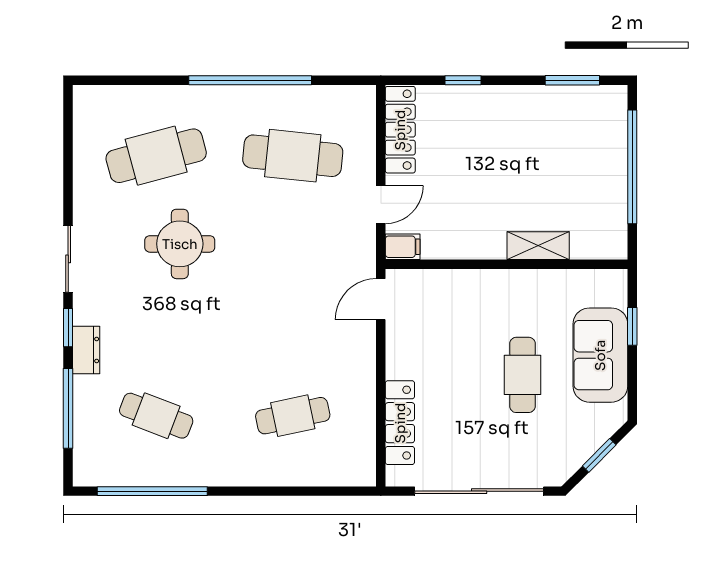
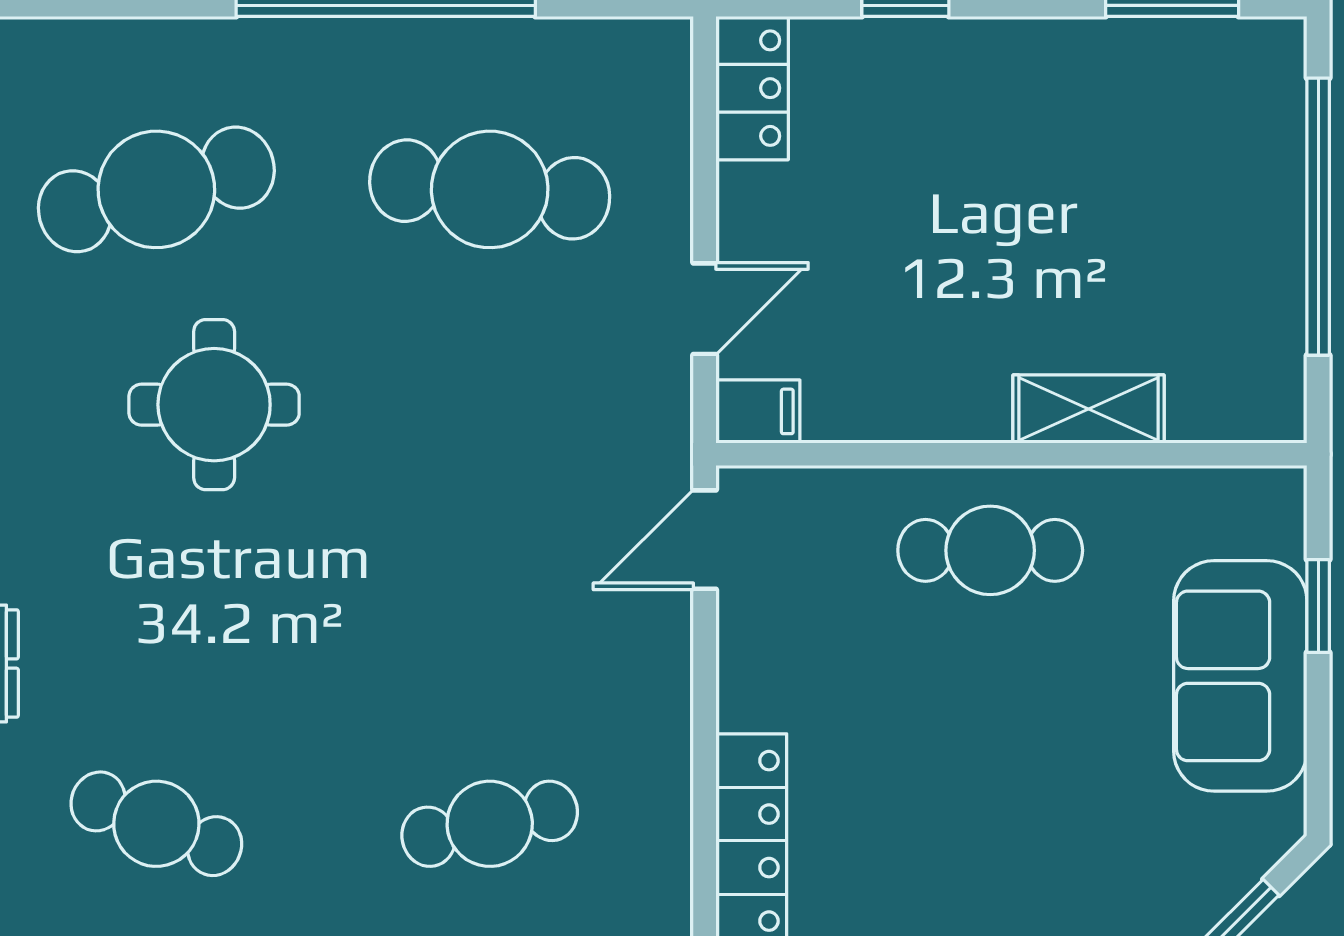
locker: (400, 130) -> (752, 88), width x0.66
cafe table: (522, 375) -> (990, 550), moved, turned 90

